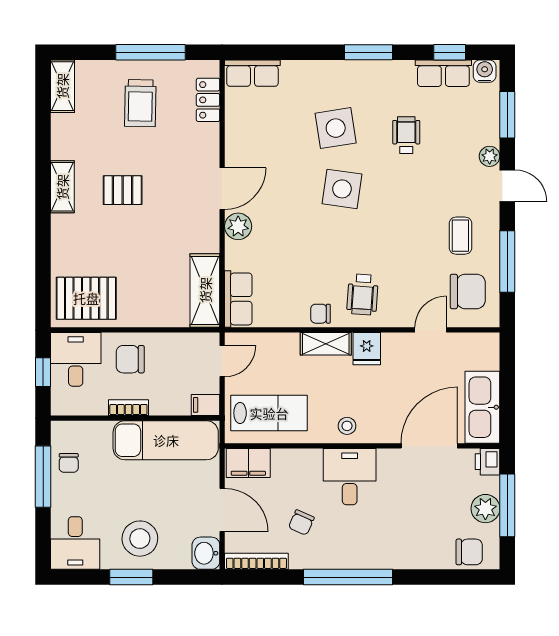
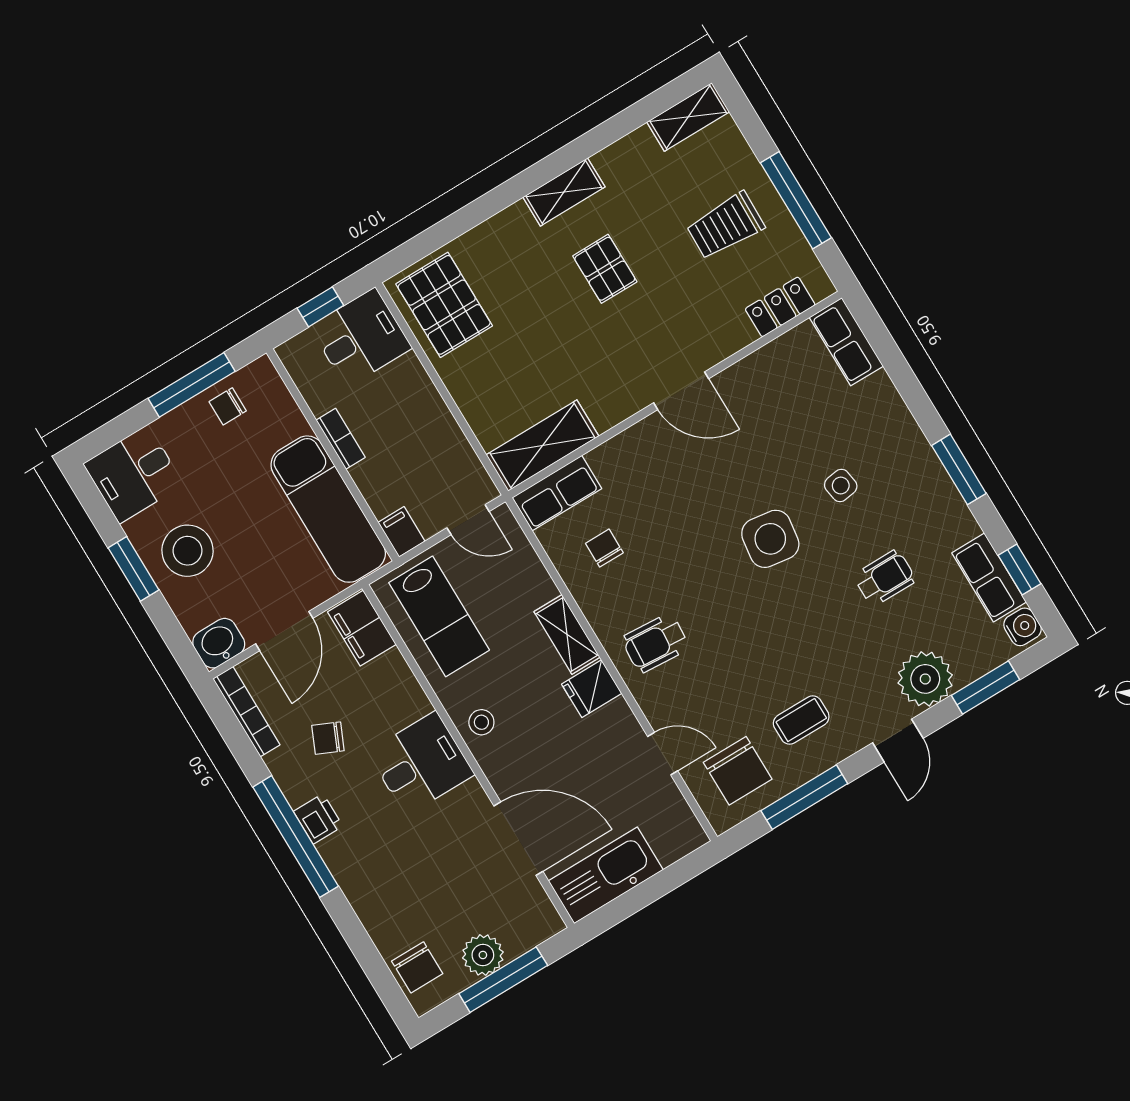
side table: (336, 128) -> (841, 485), width x0.54, depth x0.54
plant: (490, 156) -> (925, 679), width x1.88, depth x1.88
plant: (238, 226) -> (646, 439), removed
chair: (321, 314) -> (604, 548), moved
chair: (130, 359) -> (402, 405), removed
printer: (488, 462) -> (318, 819), moved, turned 90

